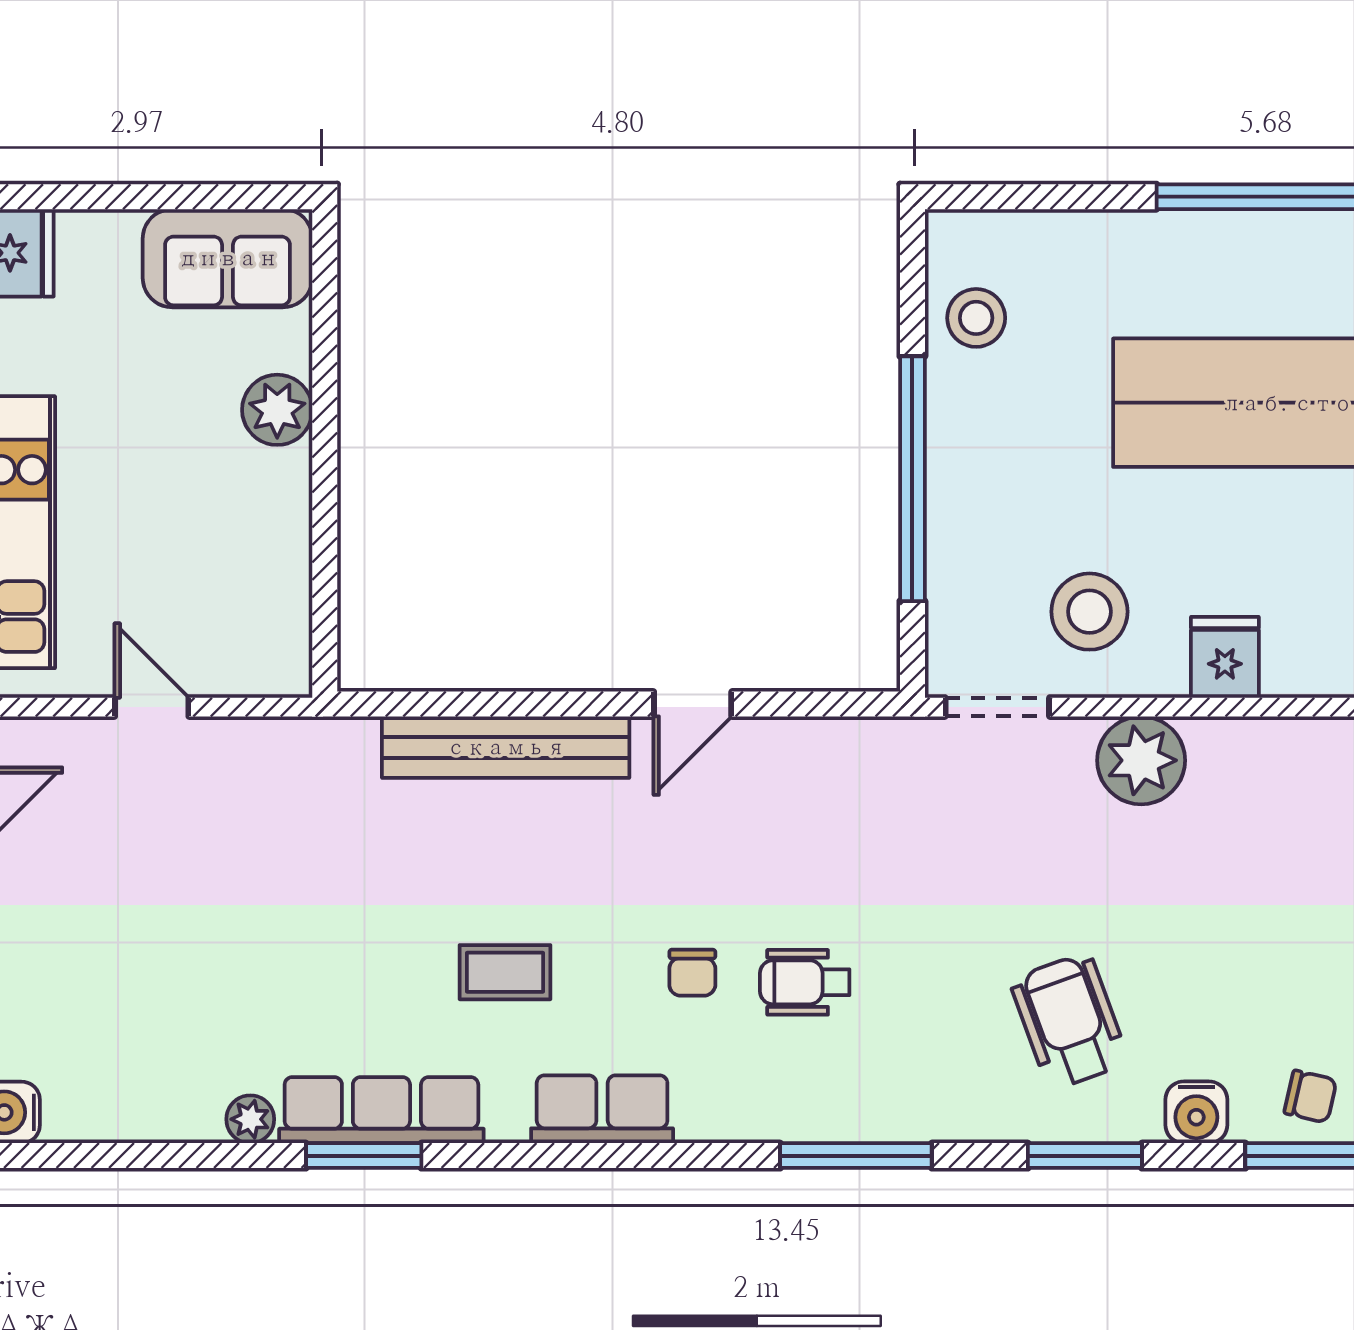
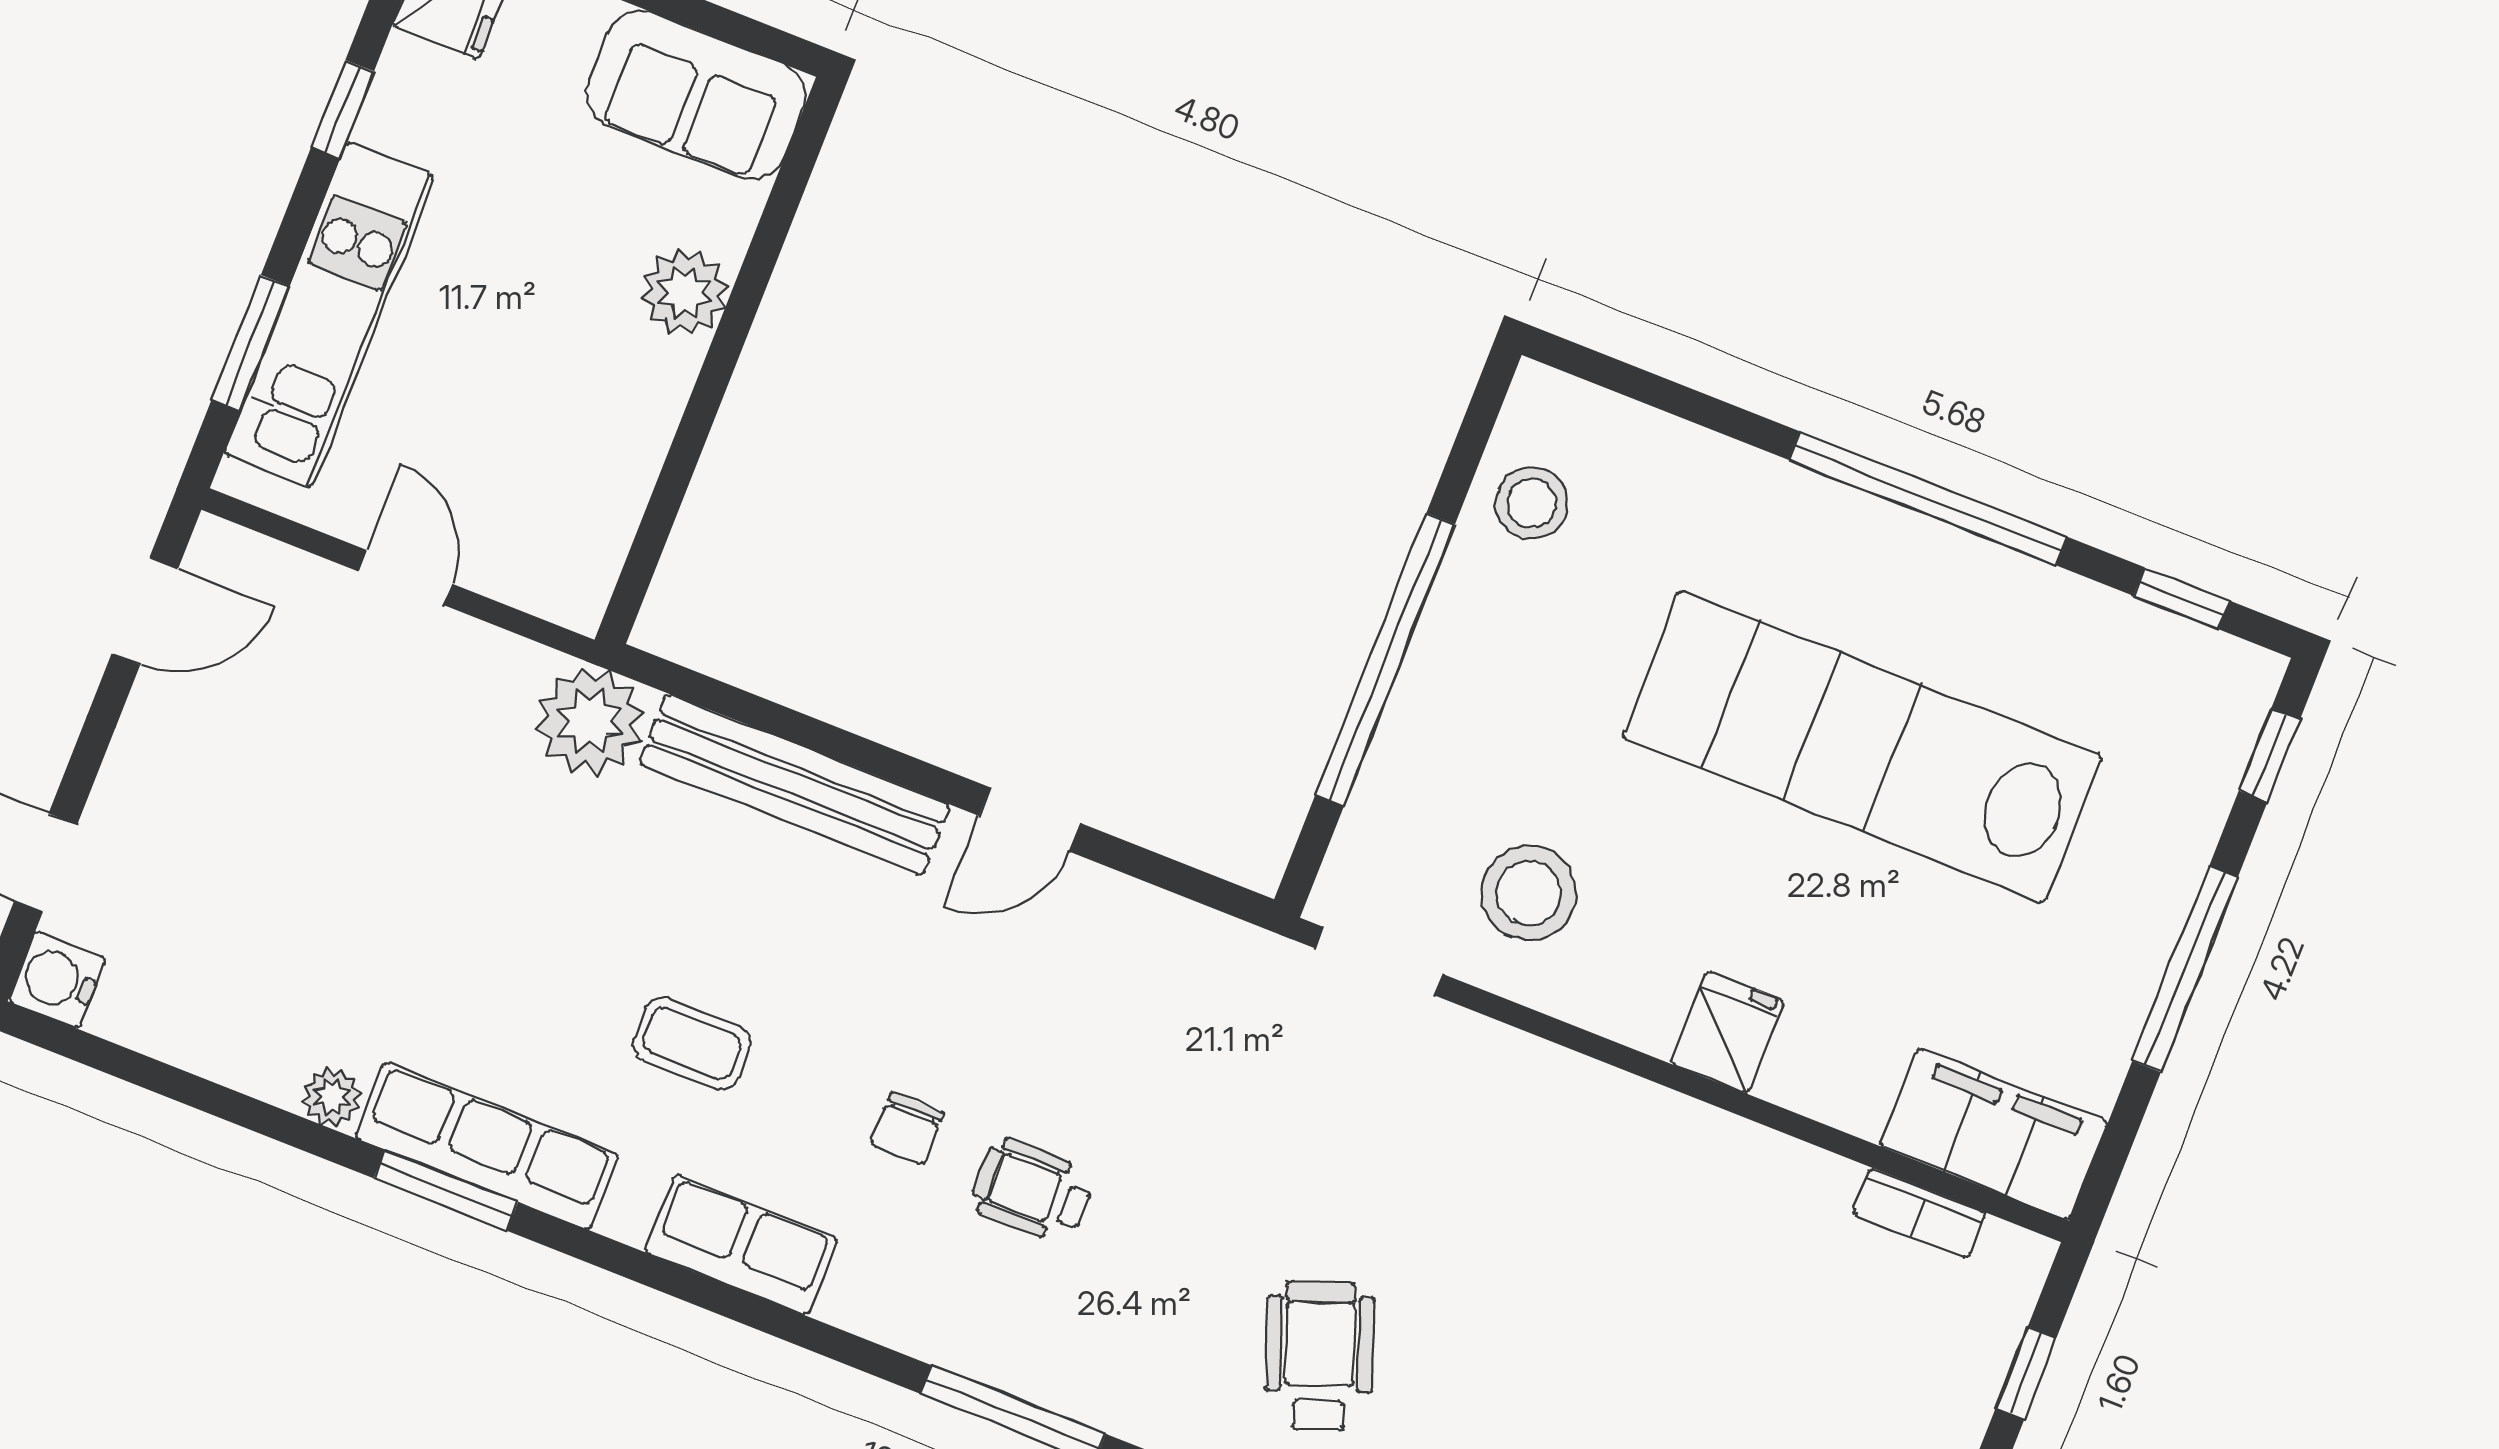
fridge: (1225, 657) -> (1727, 1032), moved
plant: (1141, 760) -> (590, 721), moved

